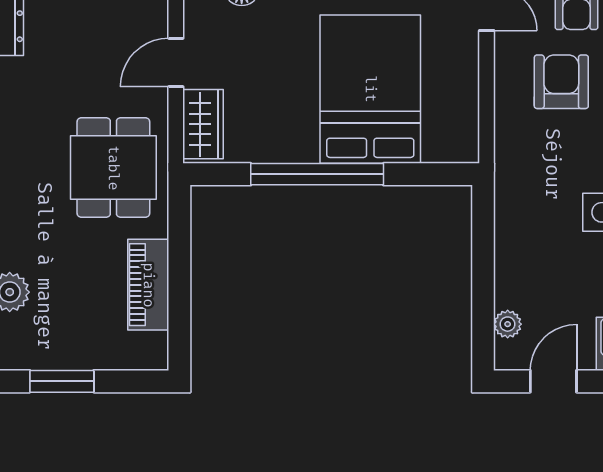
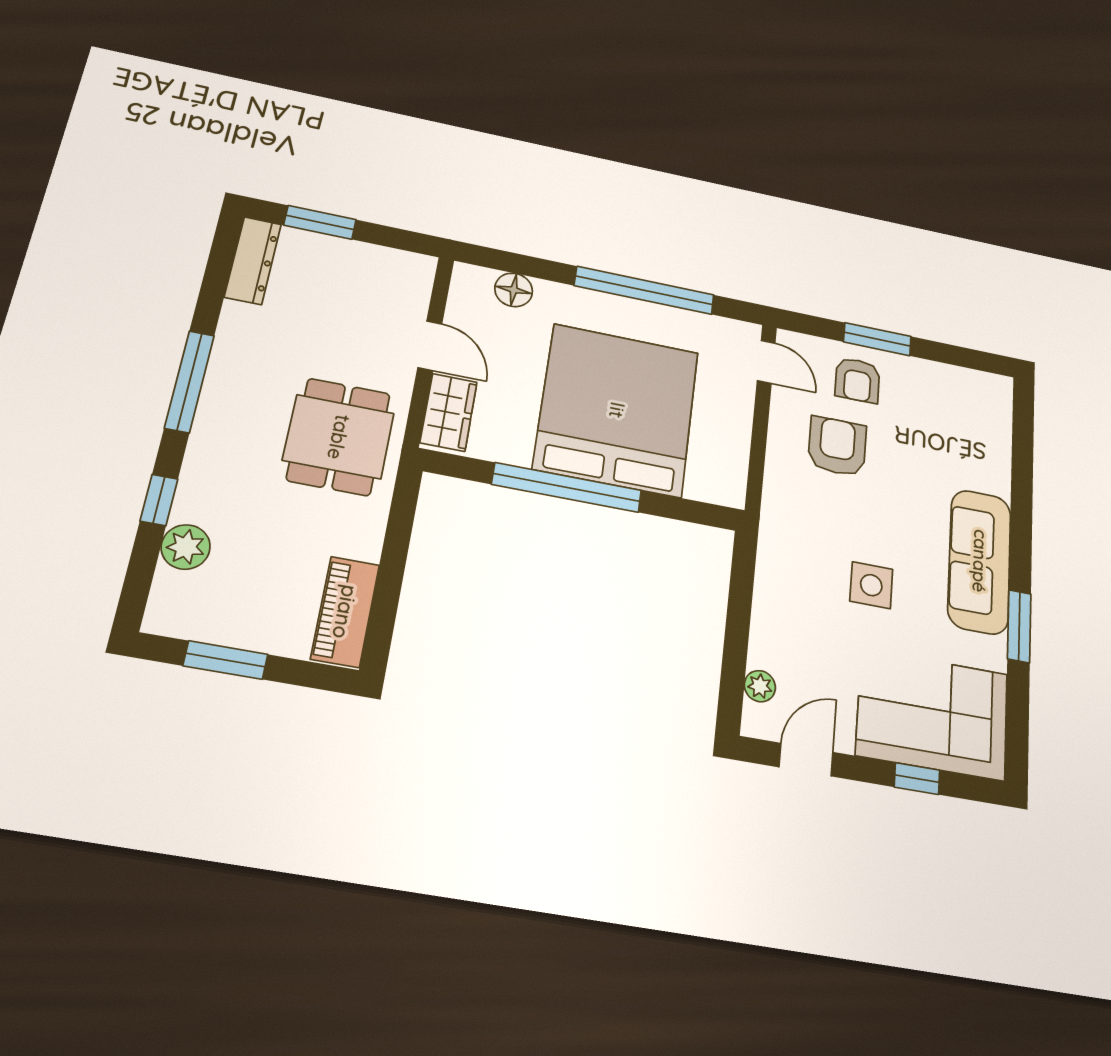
door: (176, 62) -> (430, 346), swing flipped
bed: (370, 89) -> (617, 410), width x1.36
piano: (148, 285) -> (345, 612), moved

